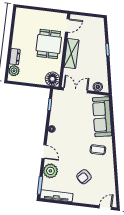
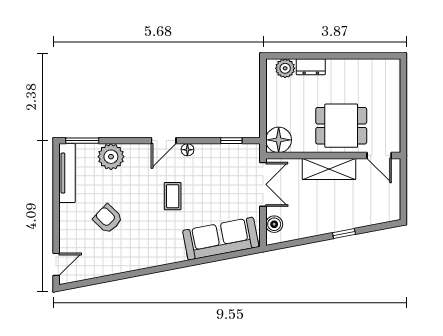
coffee table: (98, 150) -> (173, 196), moved
door: (44, 152) -> (164, 141), moved
door: (105, 208) -> (56, 264), hinge flipped

